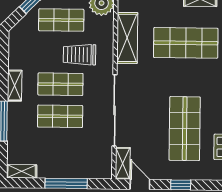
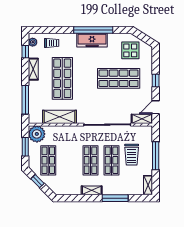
trolley: (80, 55) -> (132, 155), moved

